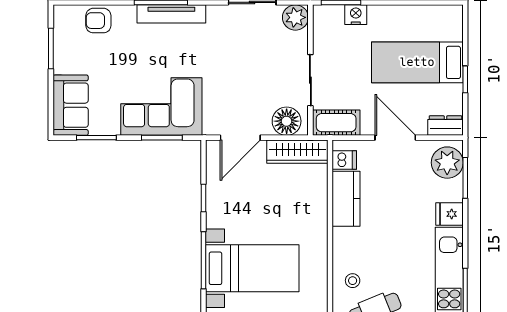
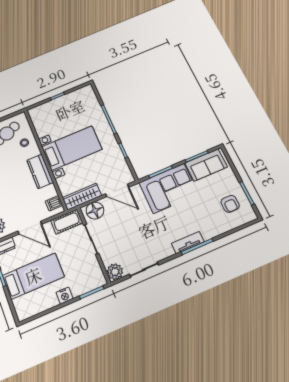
tv unit: (171, 14) -> (188, 243), width x0.71
nightstand: (356, 15) -> (65, 296), moved
armchair: (98, 21) -> (230, 204), moved, turned 90
sofa: (71, 105) -> (206, 165), moved, turned -90
door: (240, 138) -> (117, 190), swing flipped
kitchen counter: (346, 199) -> (40, 171), moved
bed with nightstands: (252, 268) -> (72, 148), moved, turned 180

